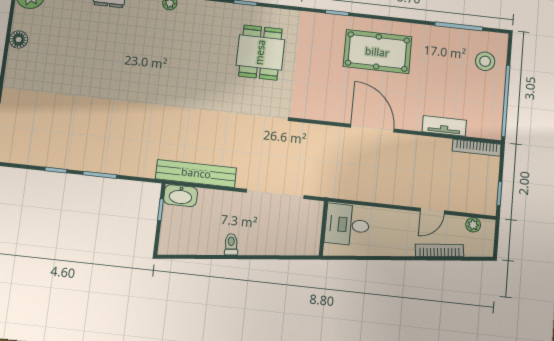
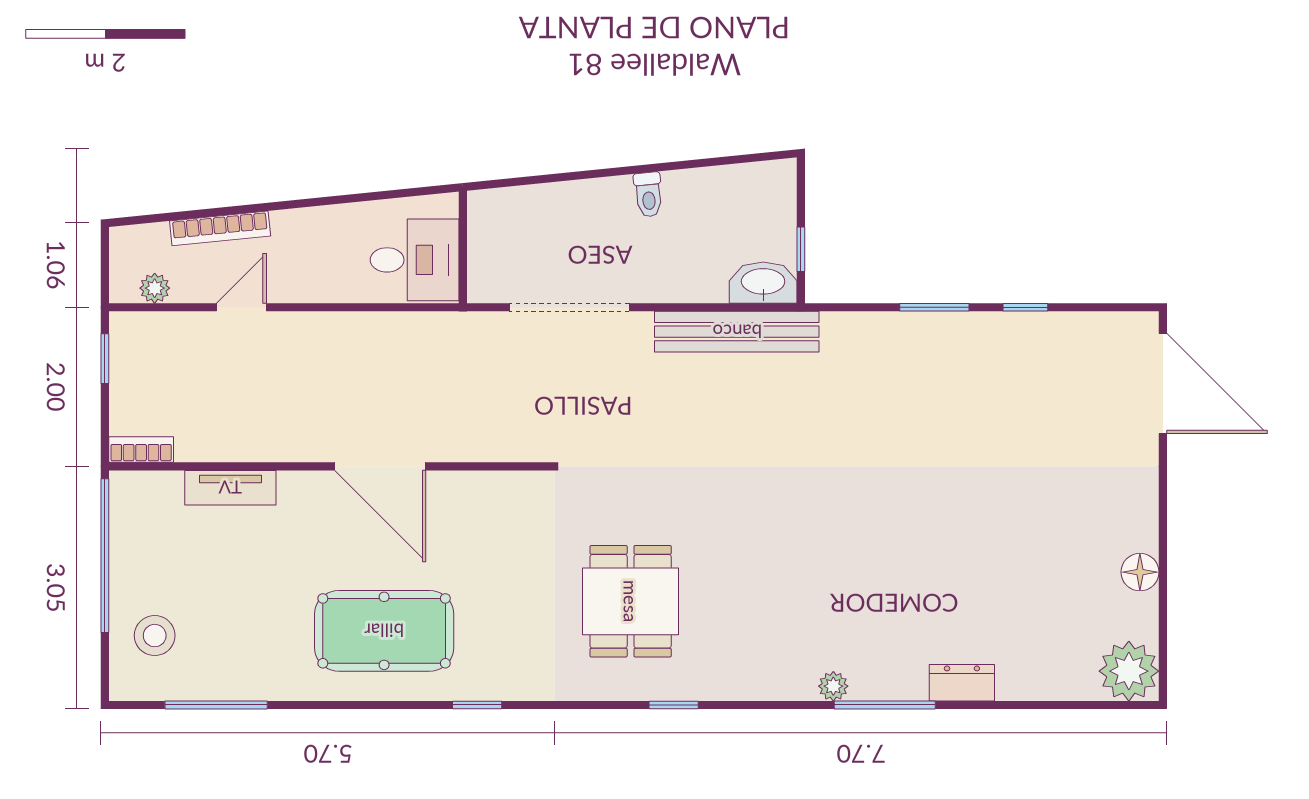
bookcase: (477, 148) -> (141, 449), width x0.64

